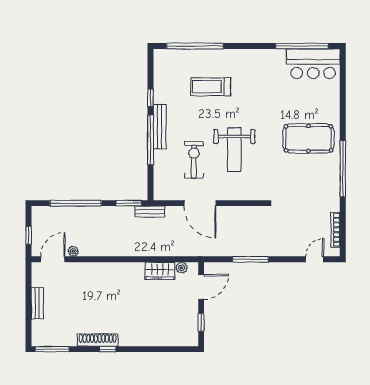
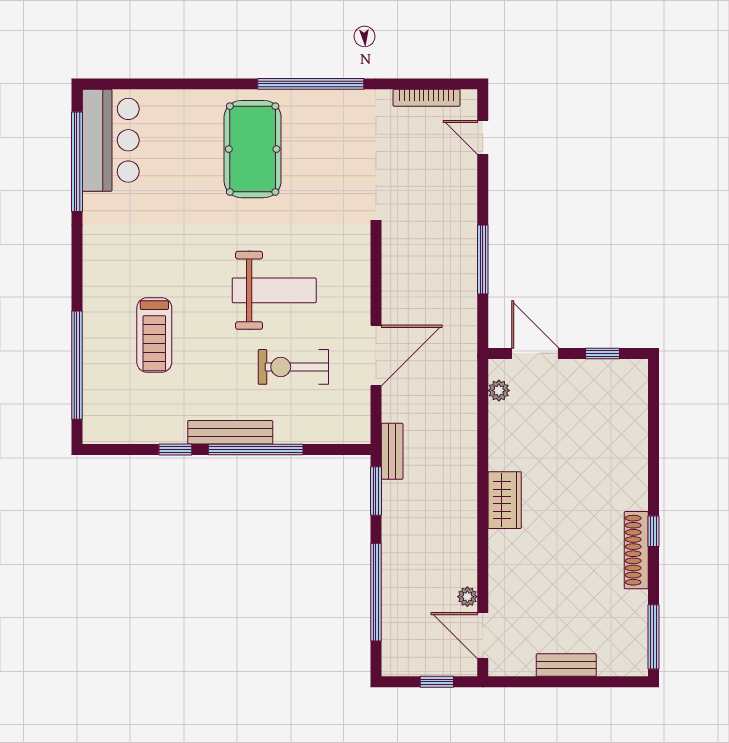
wardrobe: (160, 271) -> (505, 500), moved

